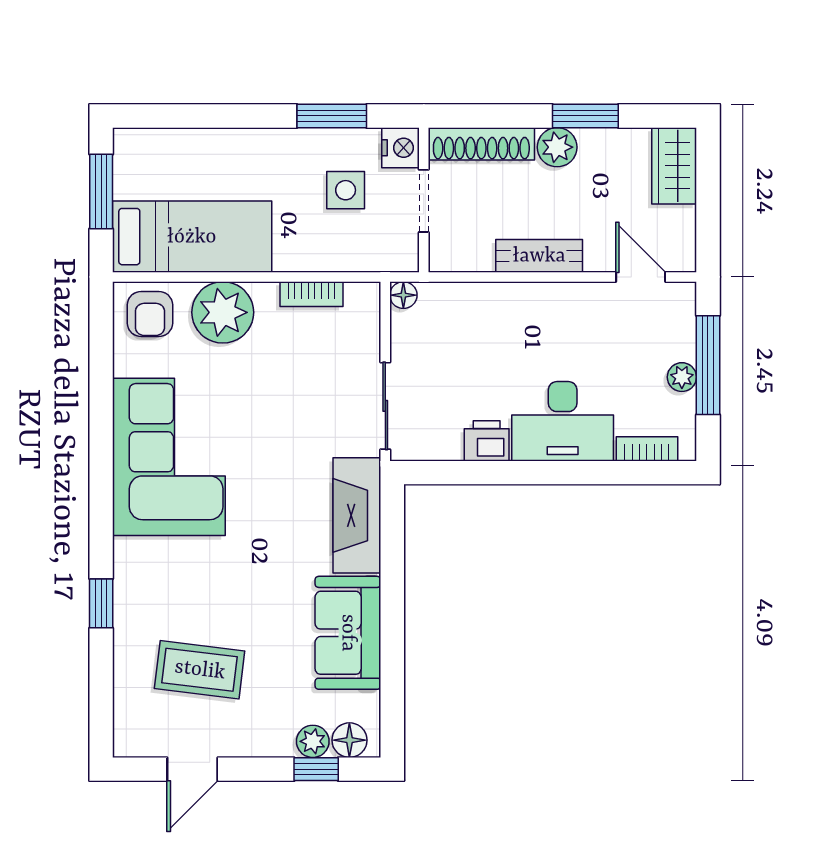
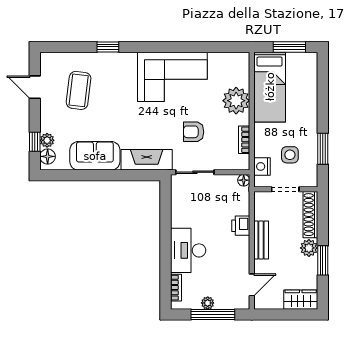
nightstand: (401, 148) -> (262, 166), moved, turned 90
armchair: (150, 314) -> (194, 132), moved
printer: (487, 441) -> (241, 226), moved, turned 180

